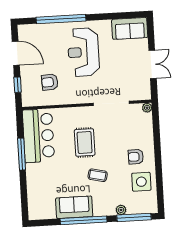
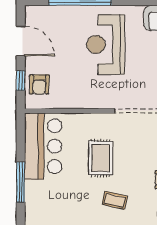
armchair: (50, 82) -> (39, 84), moved, turned -87
window: (22, 154) -> (21, 182), moved

